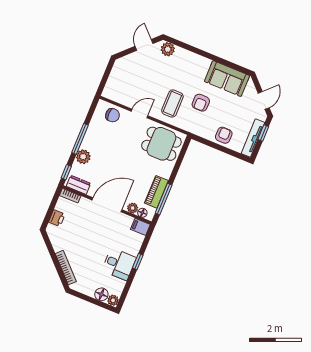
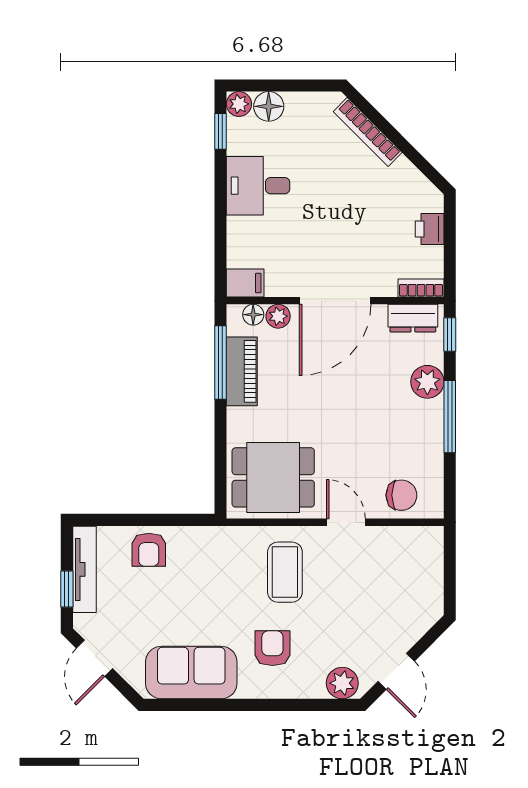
armchair: (201, 103) -> (272, 648), moved
door: (140, 114) -> (346, 522), swing flipped
chair: (113, 115) -> (401, 495), turned 180
window: (138, 261) -> (221, 131), moved

